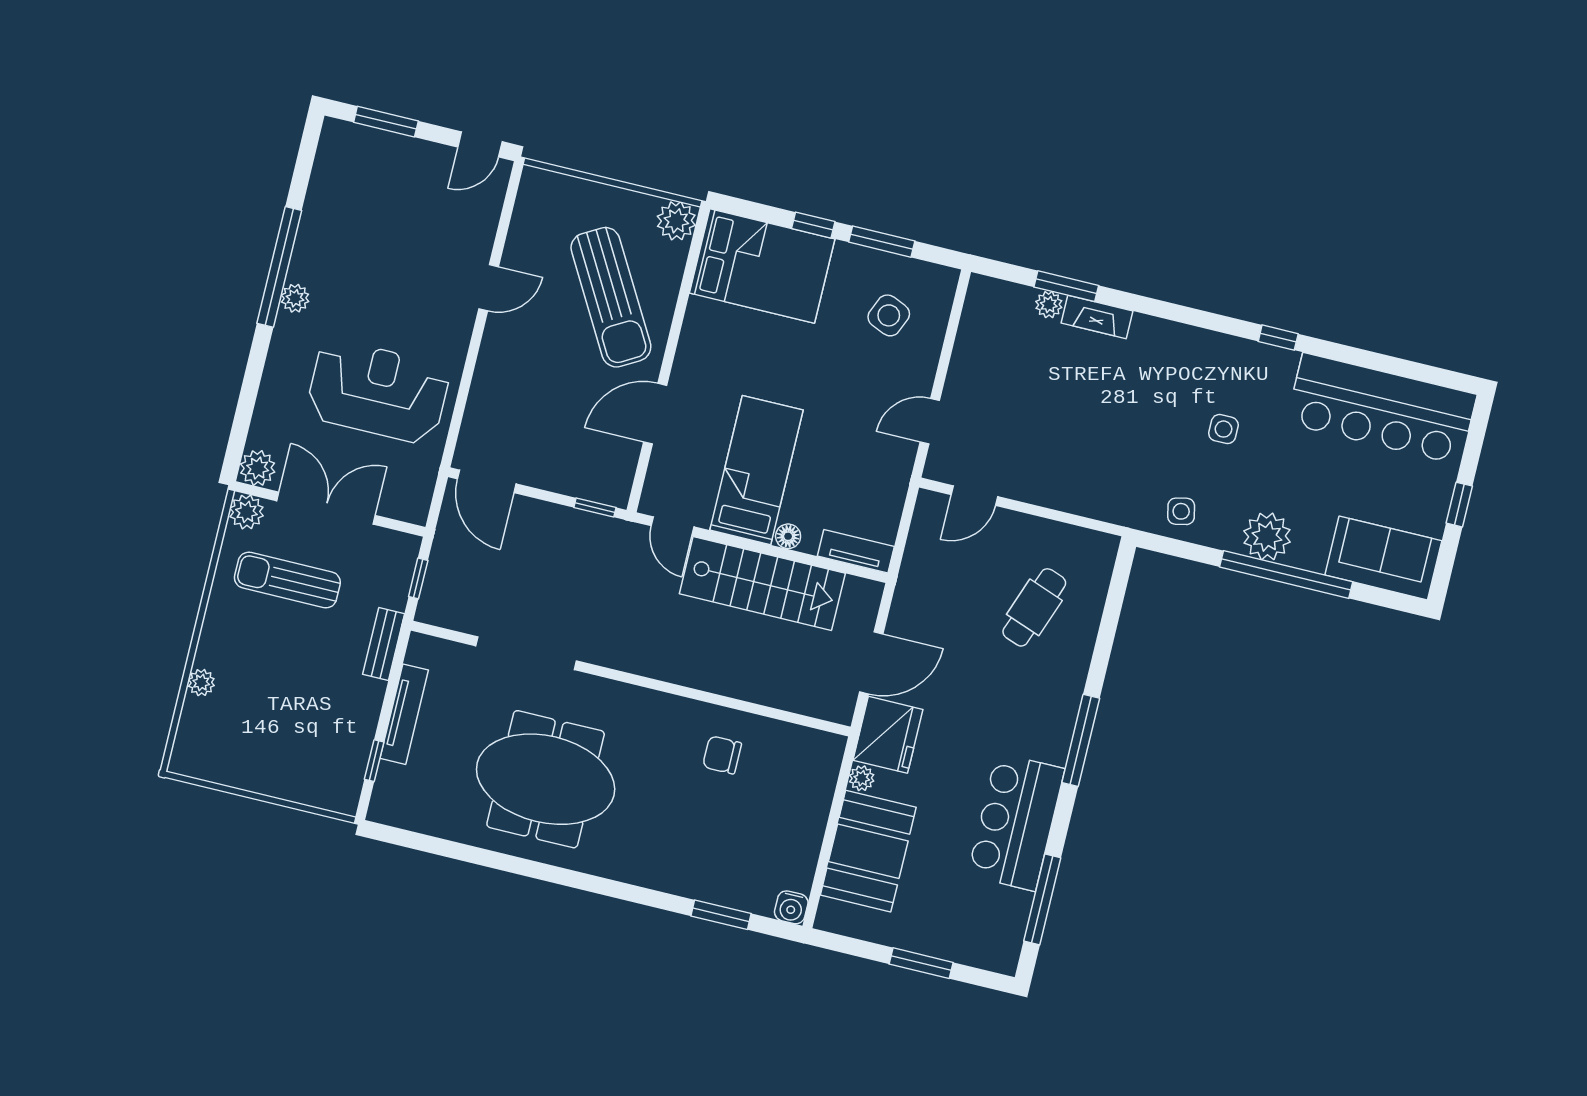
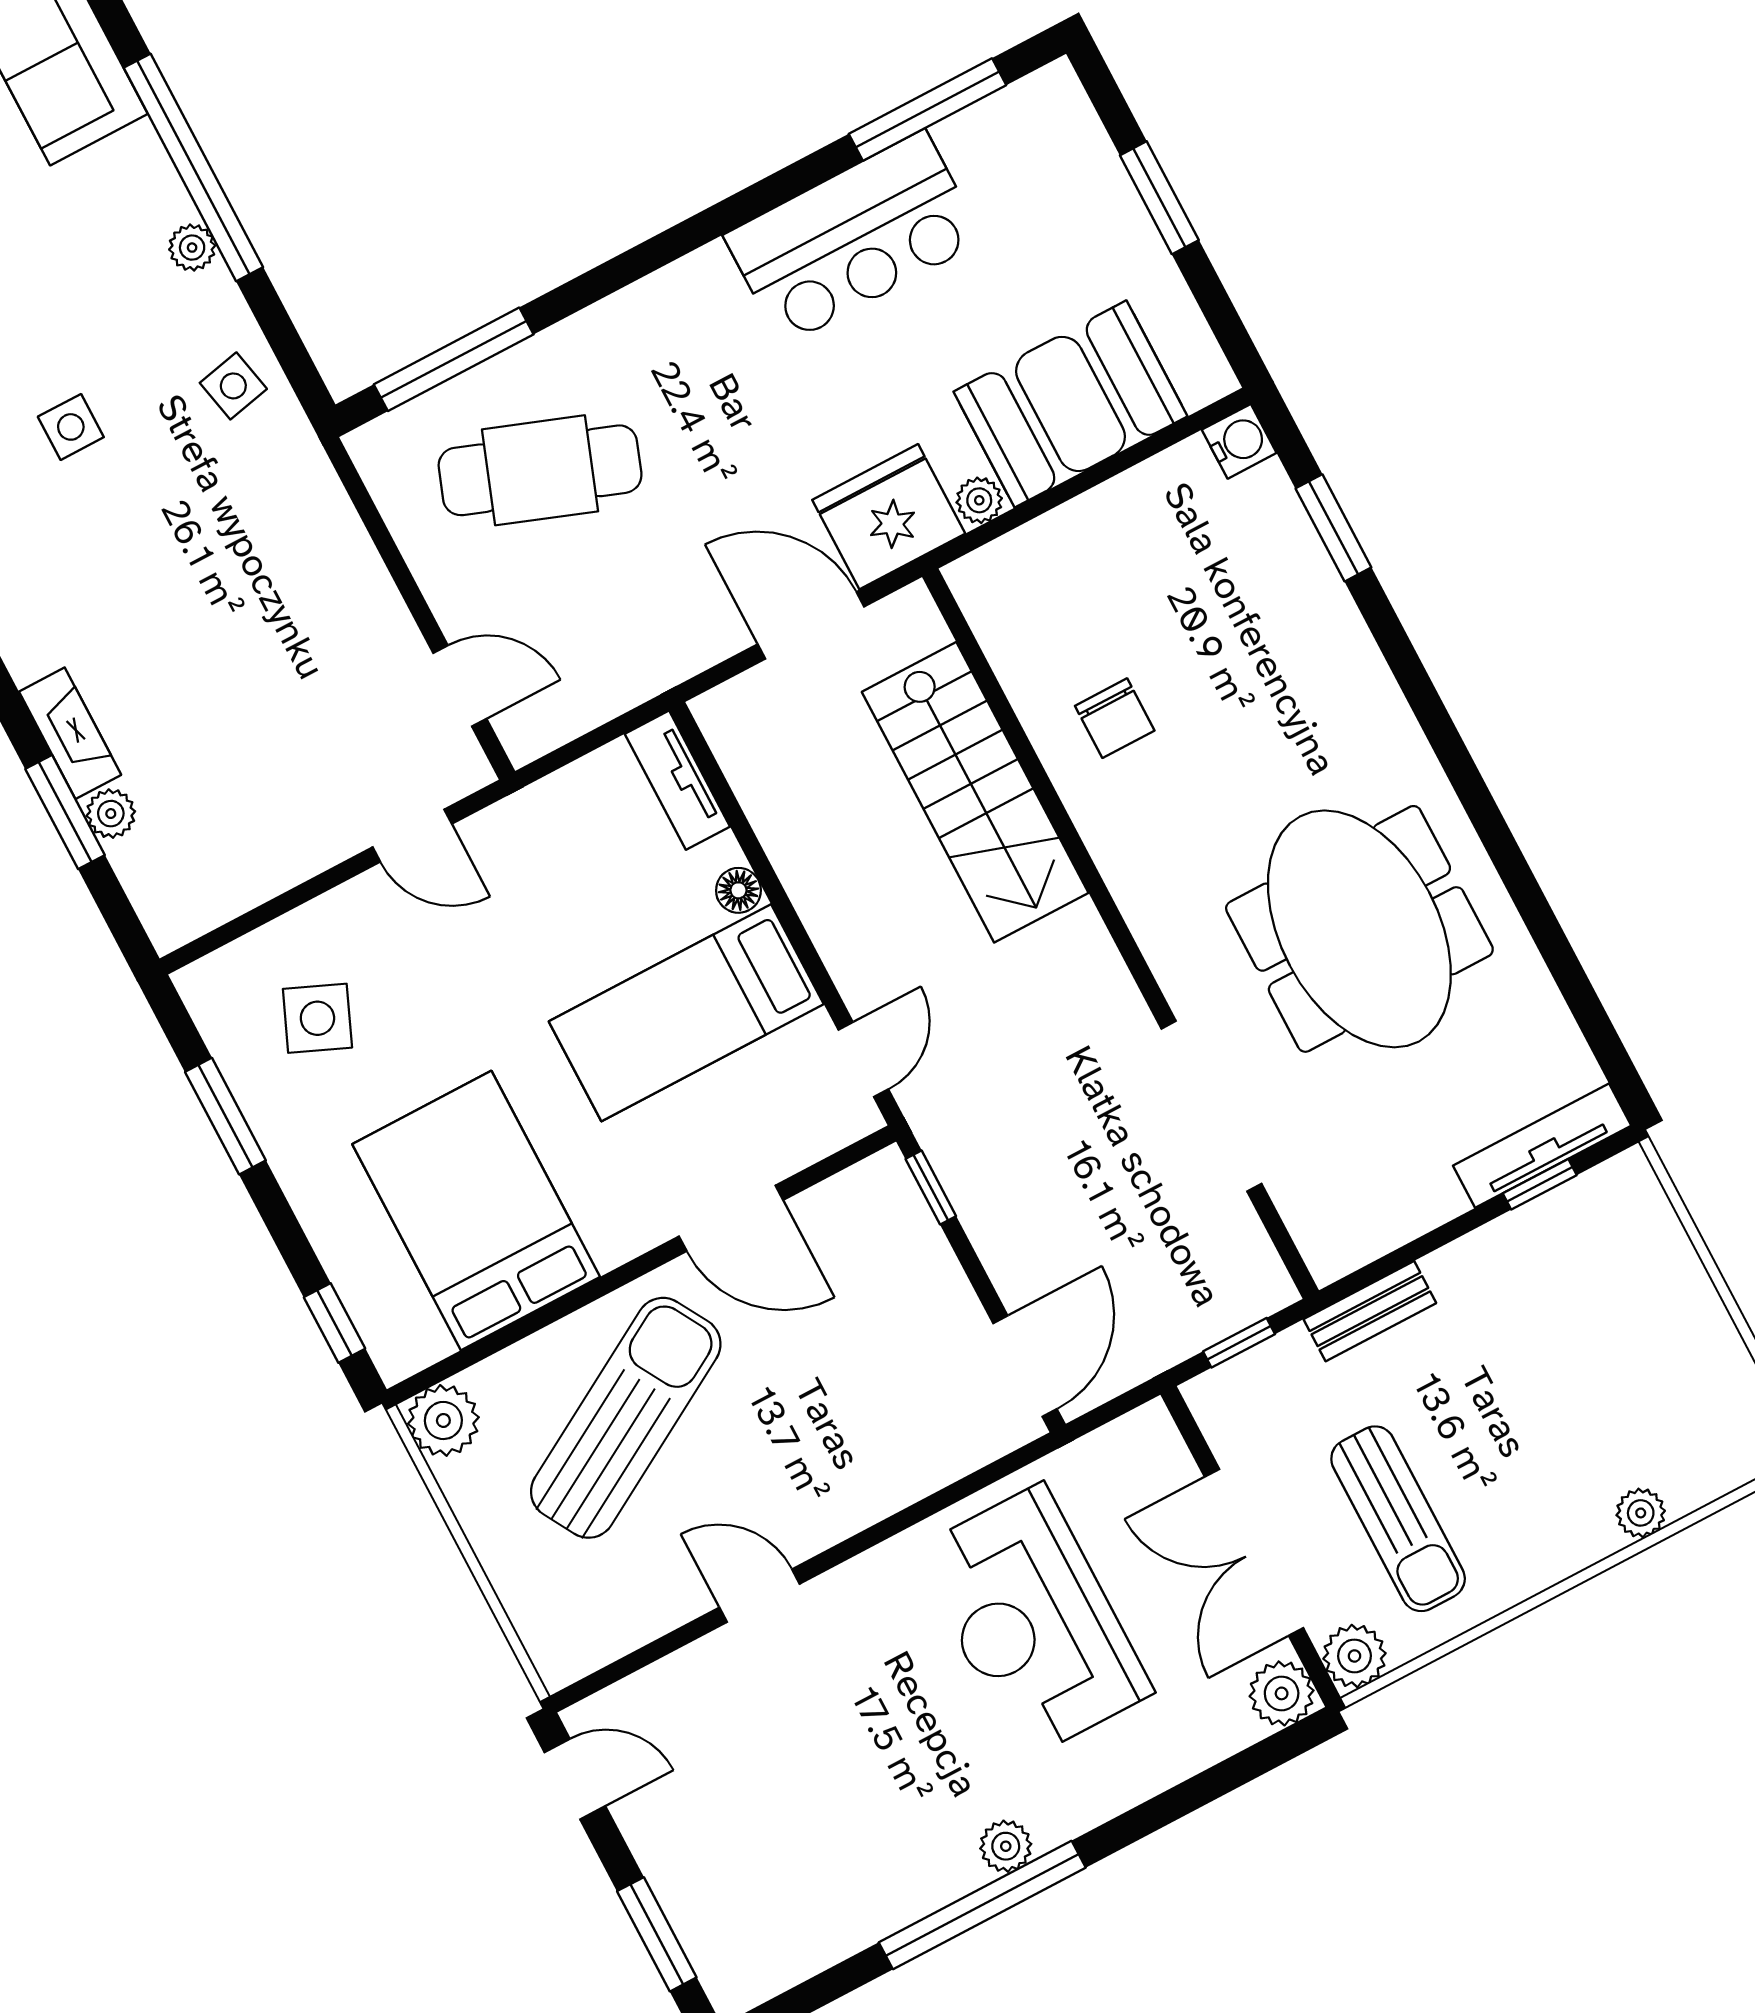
window: (813, 225) -> (334, 1323), moved
bed: (762, 266) -> (476, 1210), moved
plant: (1267, 536) -> (192, 248), width x0.53, depth x0.53
stairs: (762, 584) -> (975, 792), moved, turned 180
cafe table: (1034, 607) -> (540, 470), width x1.37, depth x1.35
tv unit: (404, 714) -> (1542, 1146), moved
window: (1081, 740) -> (454, 359), moved

